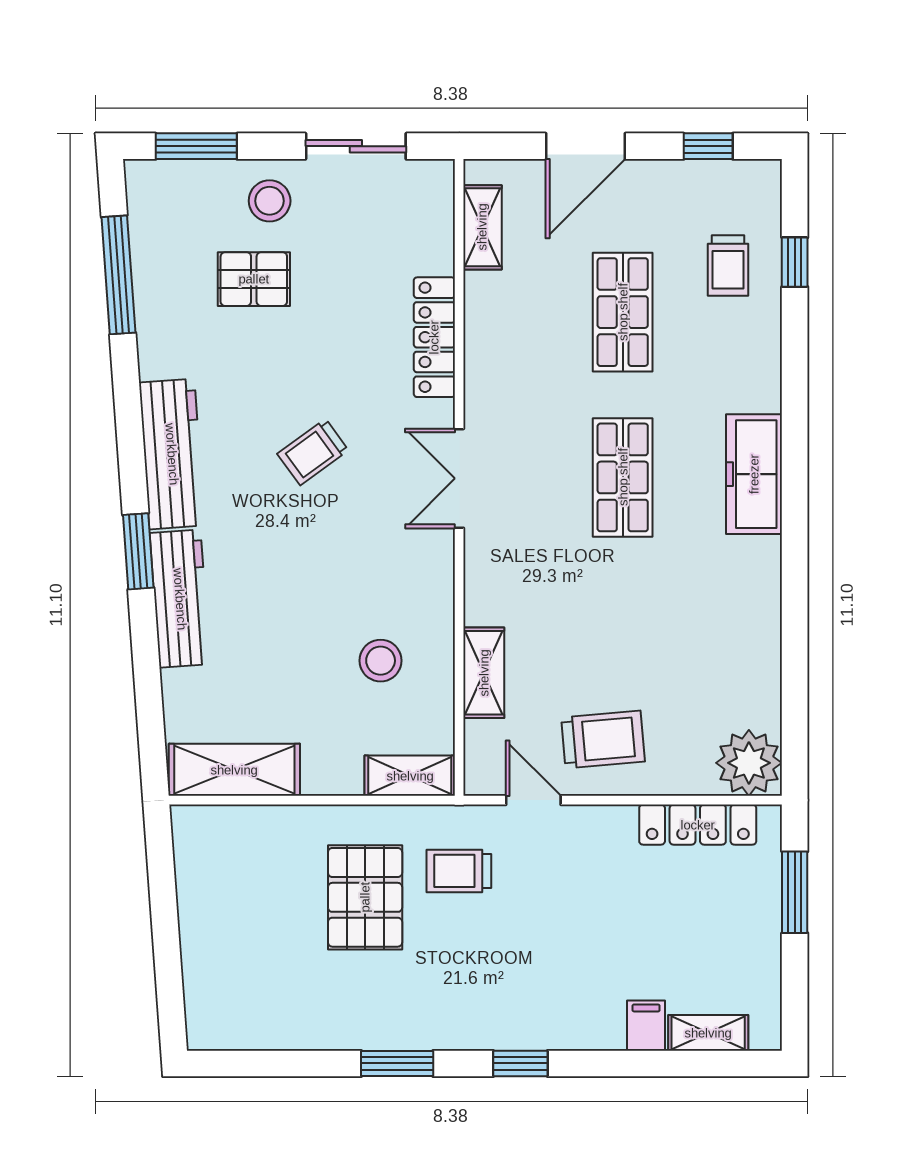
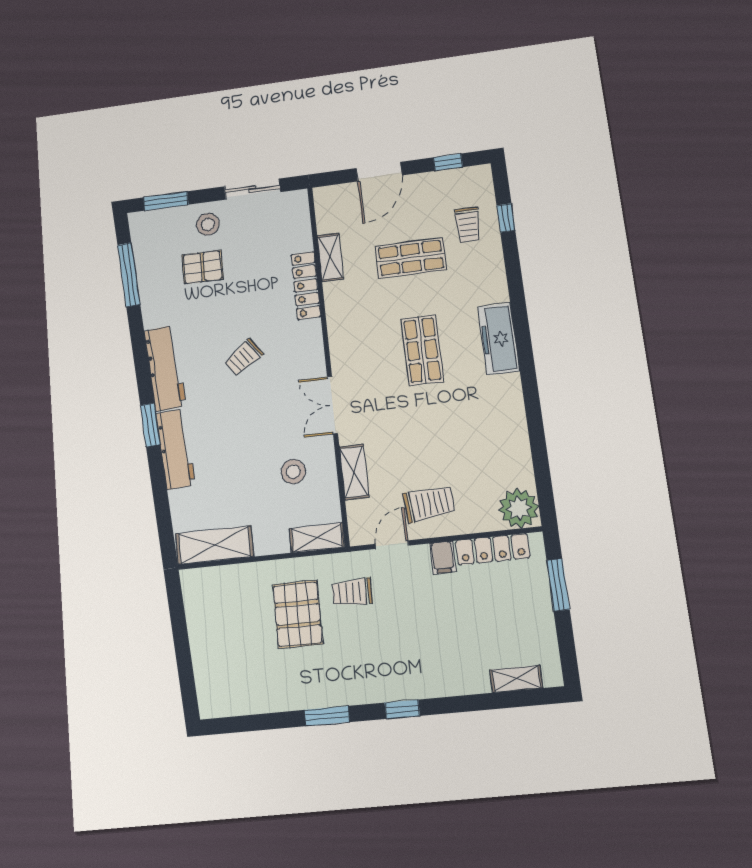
shelving: (482, 227) -> (330, 257), moved
shop shelf: (623, 312) -> (411, 258), turned 90
double door: (459, 478) -> (333, 405), moved
door: (533, 800) -> (392, 545), hinge flipped
filing cabinet: (646, 1026) -> (443, 557), moved, turned 180

